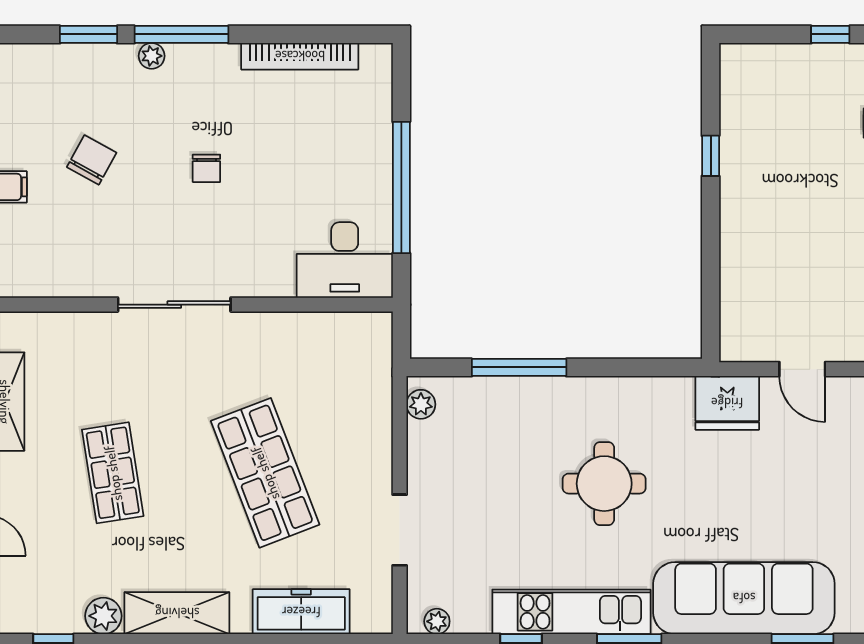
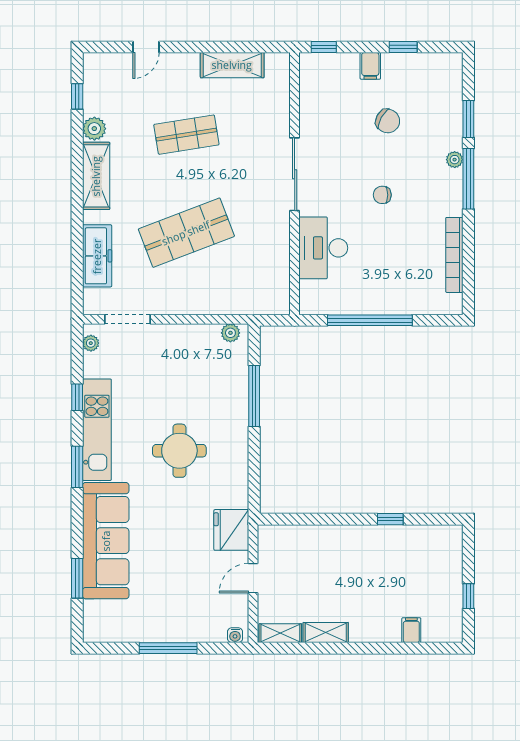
desk: (345, 260) -> (323, 248), moved
doorway: (400, 530) -> (127, 319), moved

